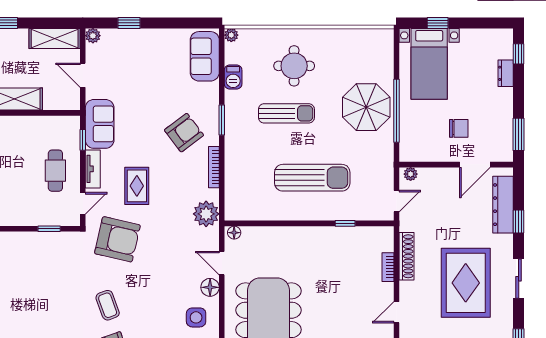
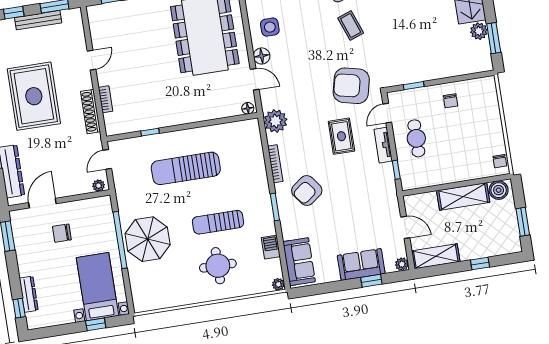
dresser: (506, 73) -> (29, 294), width x1.44
sofa: (100, 124) -> (361, 264), moved, turned 90
chair: (11, 206) -> (451, 101), added

